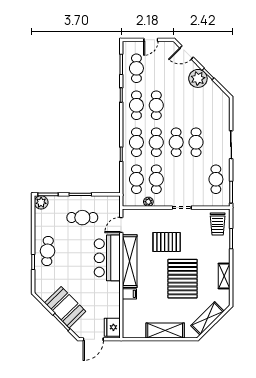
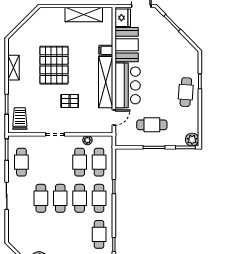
cafe table: (156, 105) -> (80, 234), removed
pallet: (167, 242) -> (70, 101), width x0.67, depth x0.71
booth: (65, 307) -> (127, 45), moved, turned 44
shelving: (207, 318) -> (30, 26), removed
shelving: (165, 330) -> (84, 15), moved

